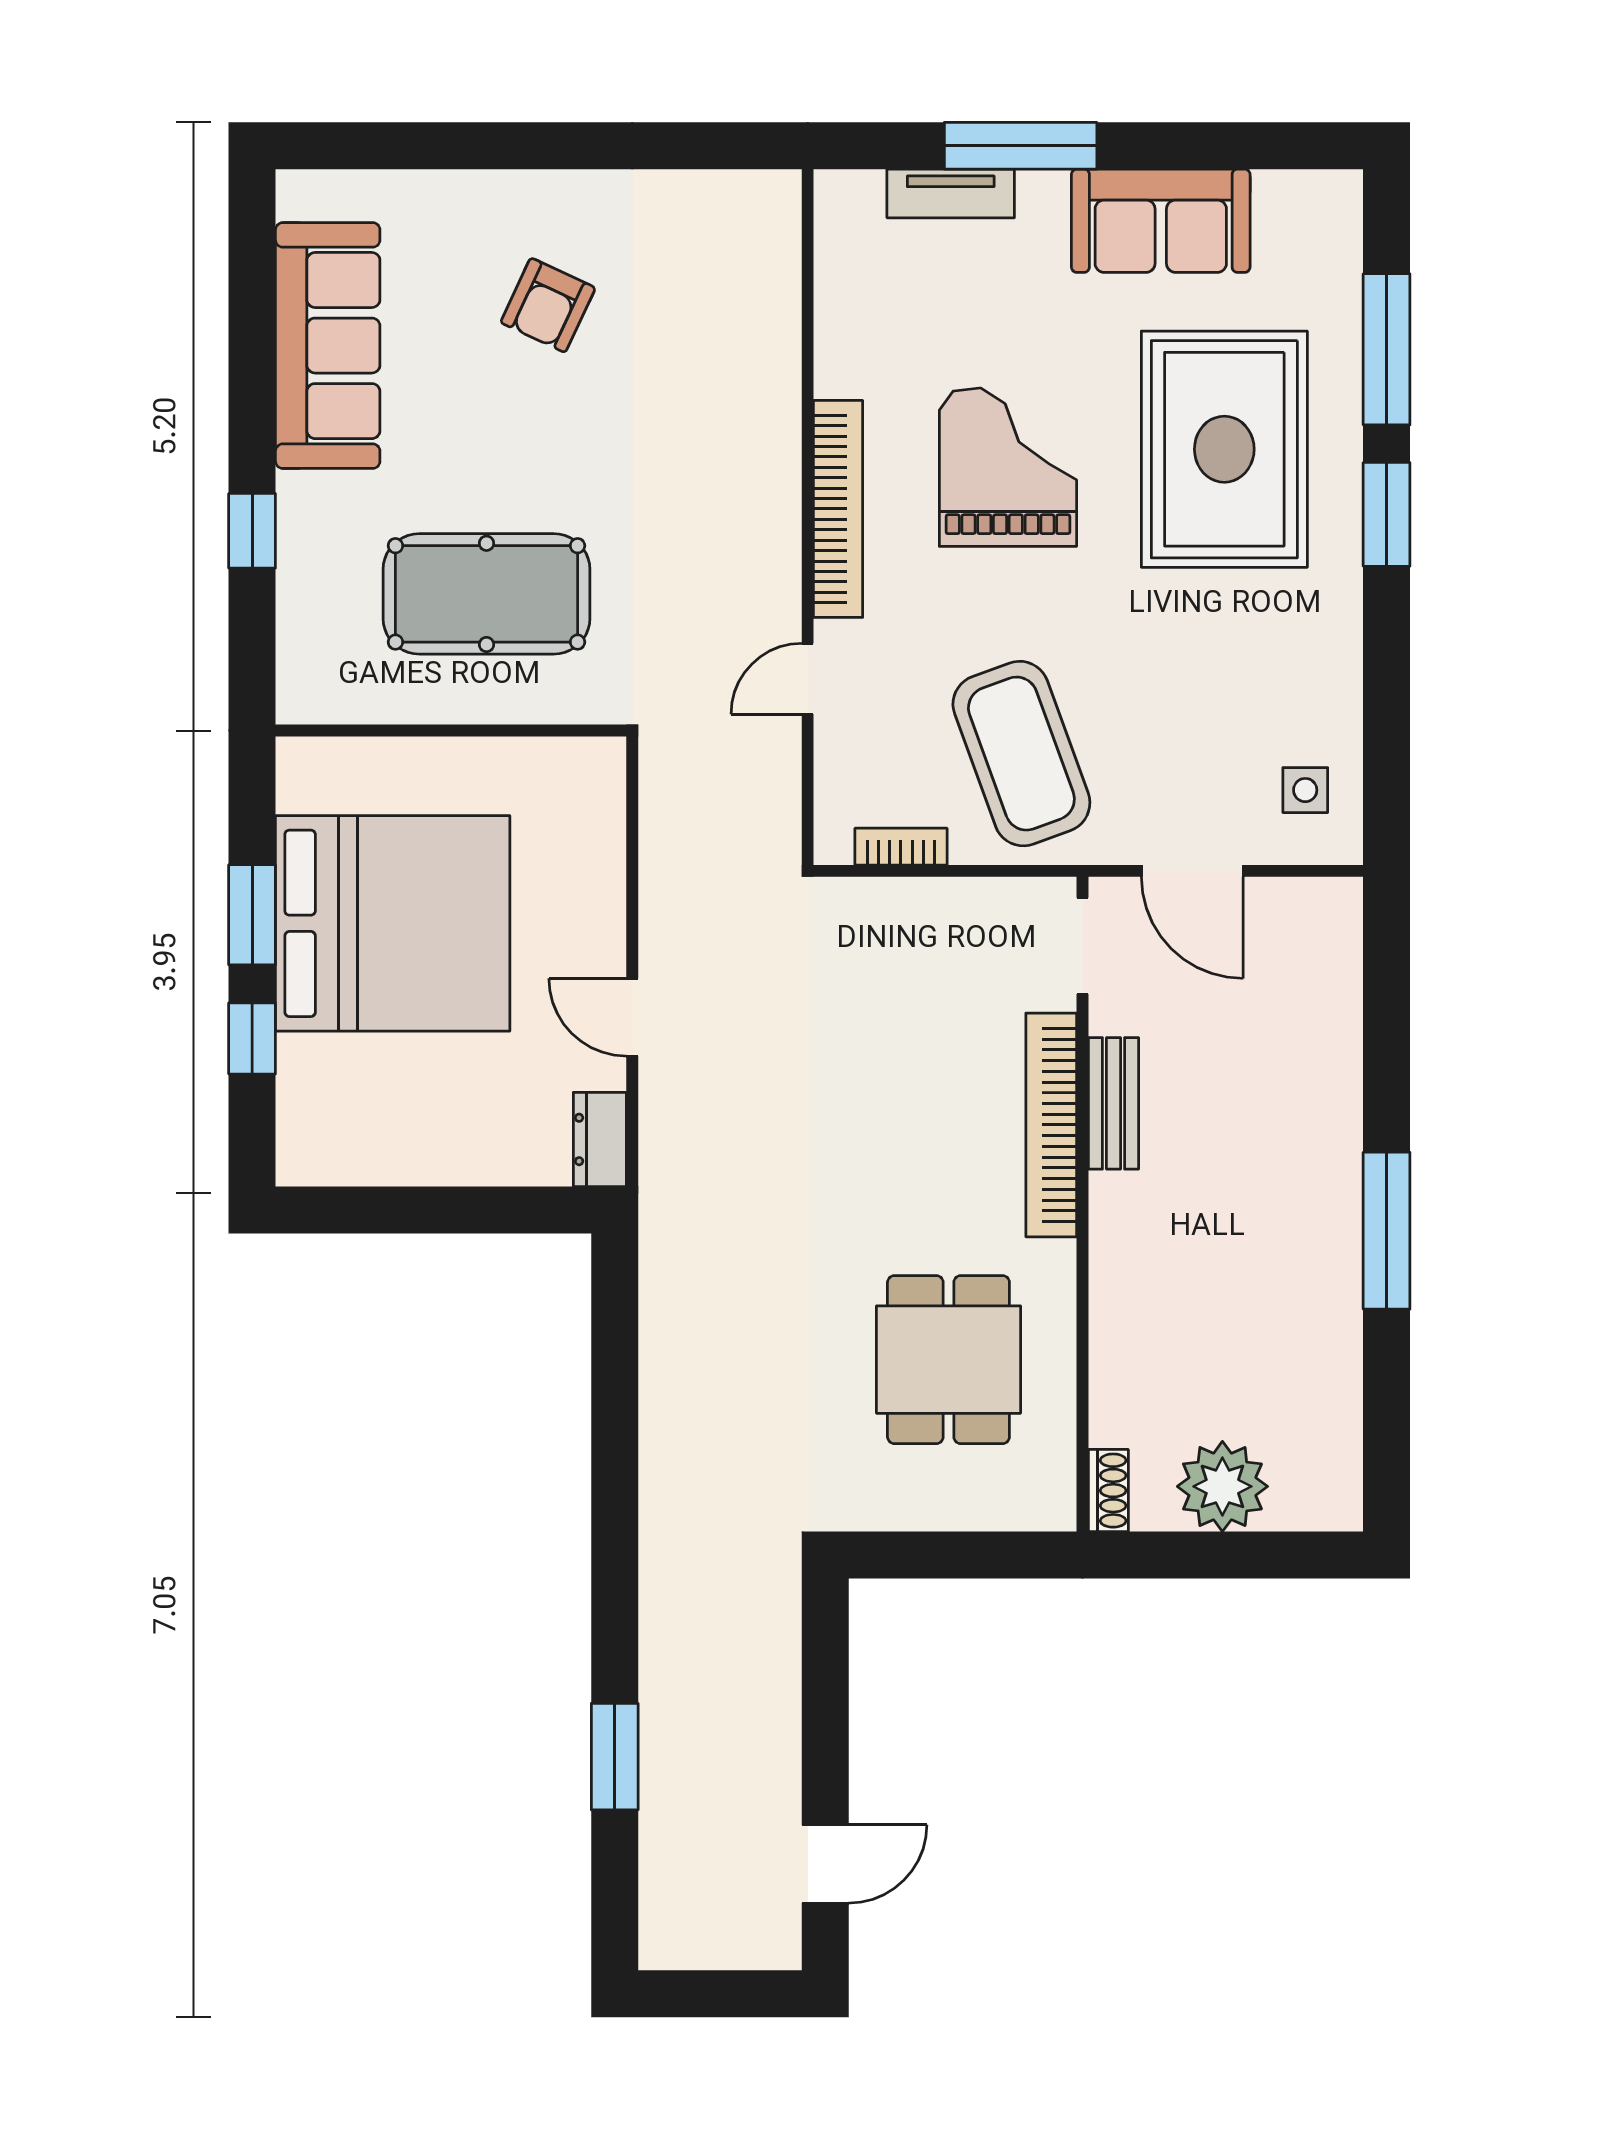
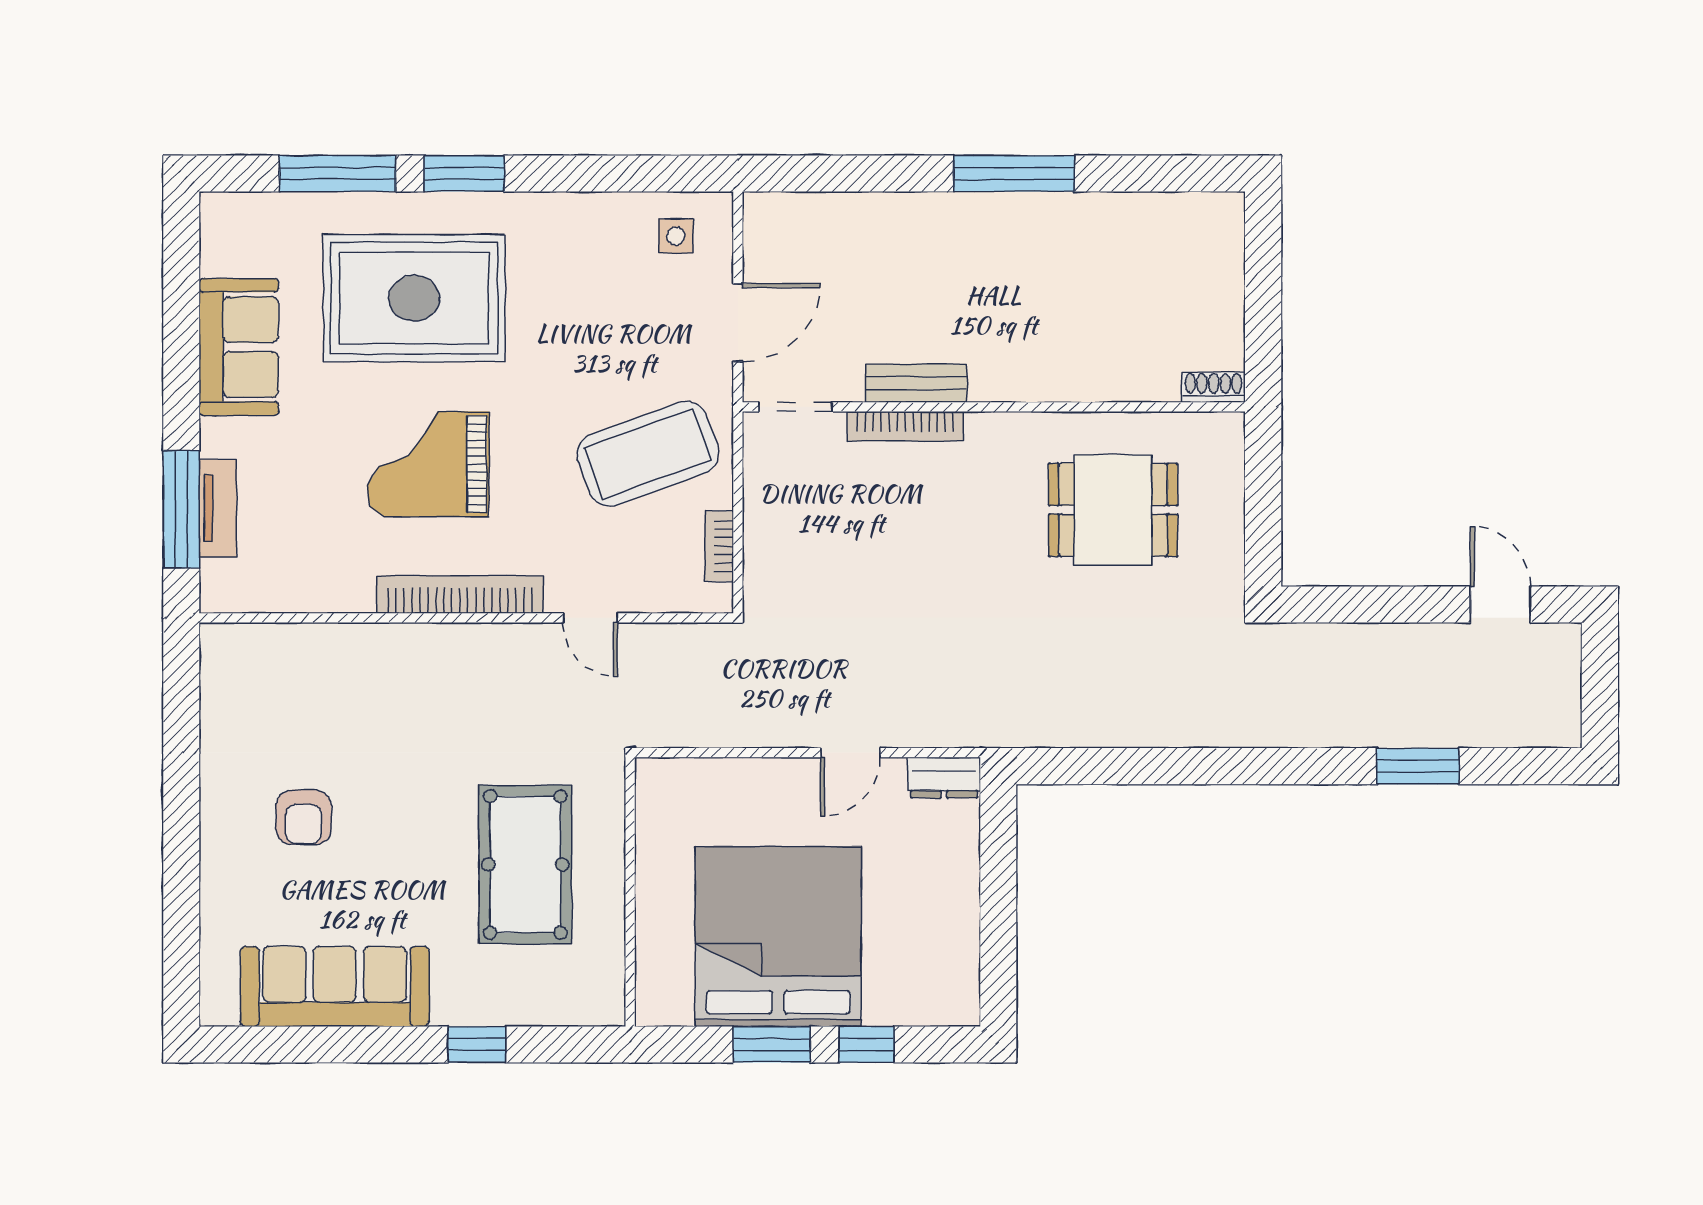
window: (1021, 146) -> (181, 509), moved
armchair: (548, 305) -> (304, 817), turned 65
bookcase: (1051, 1125) -> (905, 426), width x0.68, depth x0.76
plant: (1222, 1486) -> (1210, 300), removed

